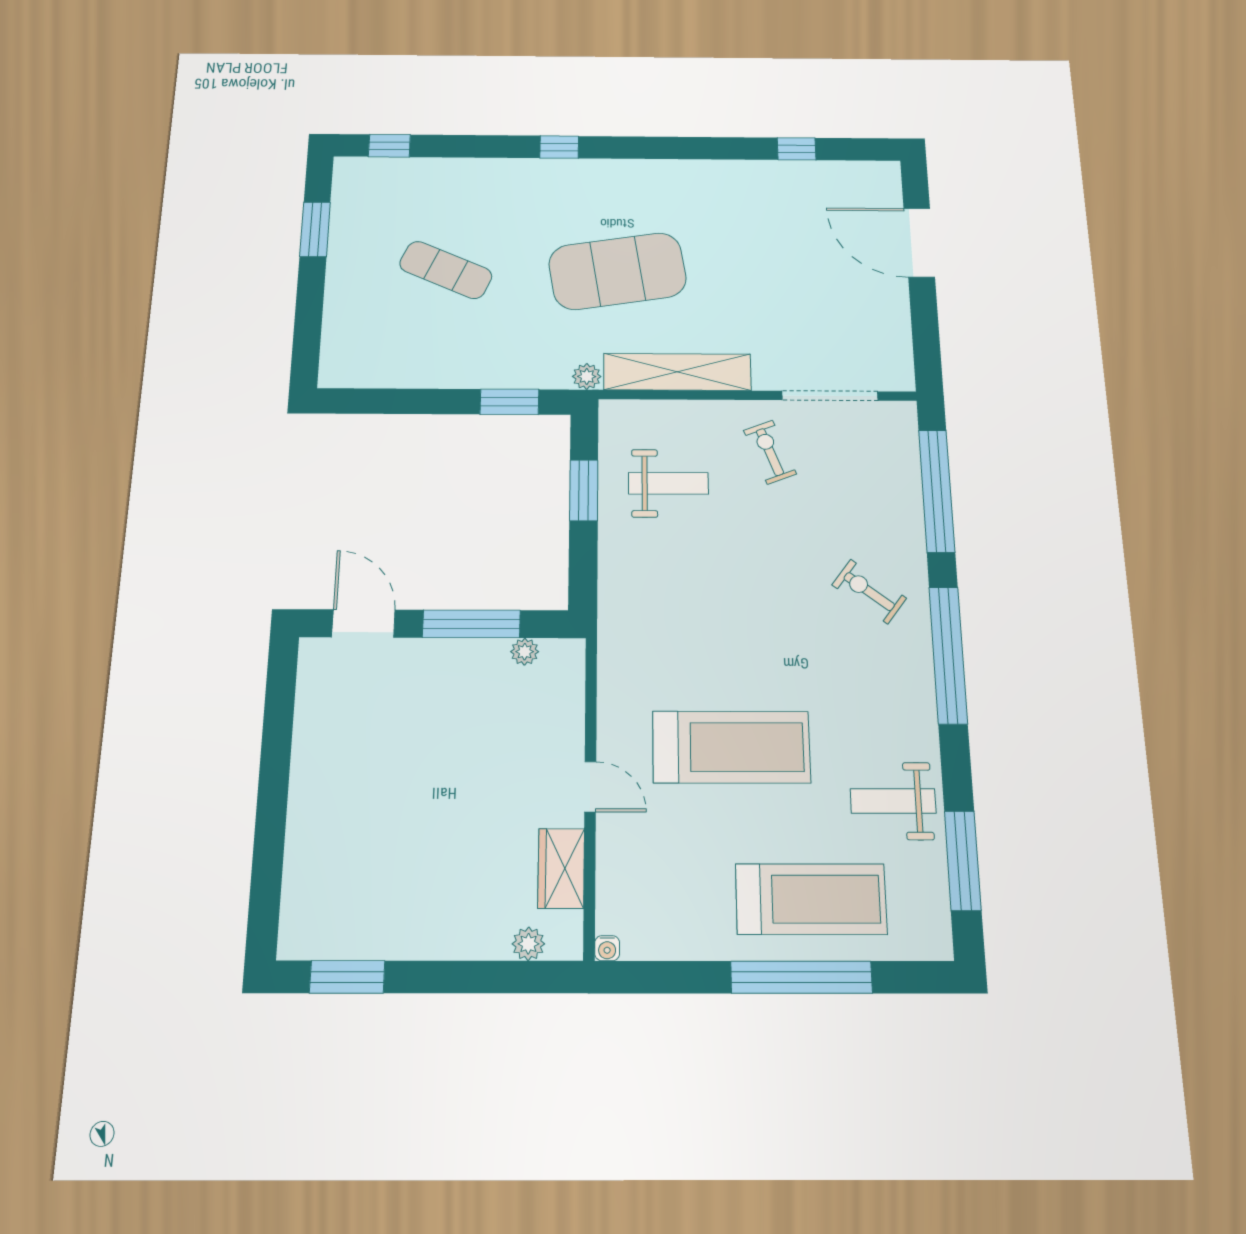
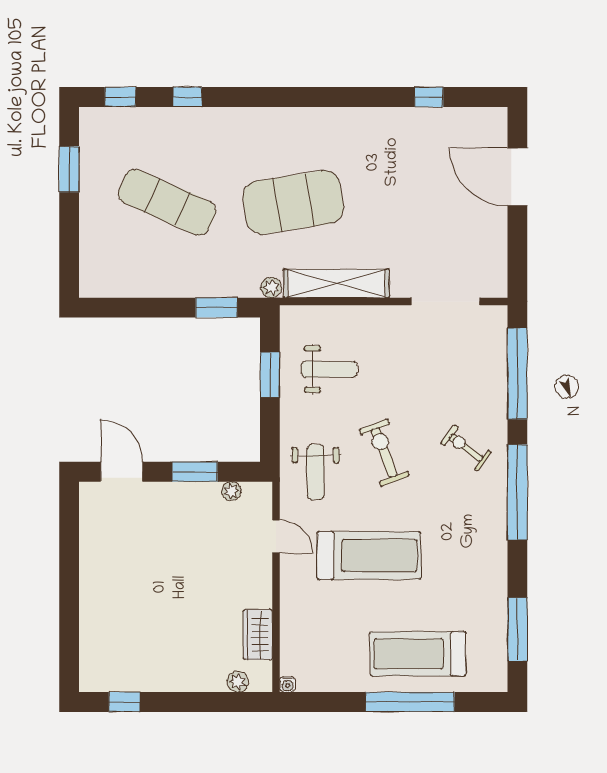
window: (559, 147) -> (187, 97), moved
exercise mat: (446, 270) -> (167, 202), width x1.36, depth x1.45
exercise bike: (770, 452) -> (384, 453), moved, width x1.38, depth x1.39
window: (471, 624) -> (195, 472), width x0.69
door: (590, 787) -> (276, 536), moved
weight bench: (893, 801) -> (315, 472), moved, turned -90
treadmill: (811, 899) -> (418, 654), turned 180
window: (347, 977) -> (124, 702), width x0.67

